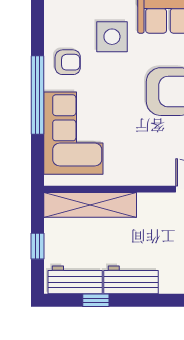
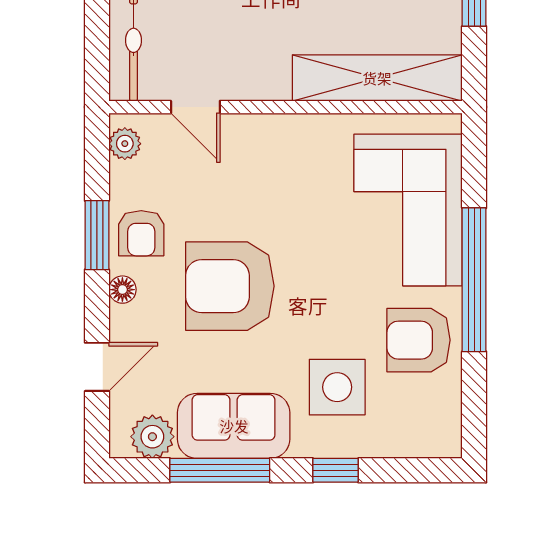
armchair: (68, 62) -> (419, 340), width x1.38, depth x1.38

